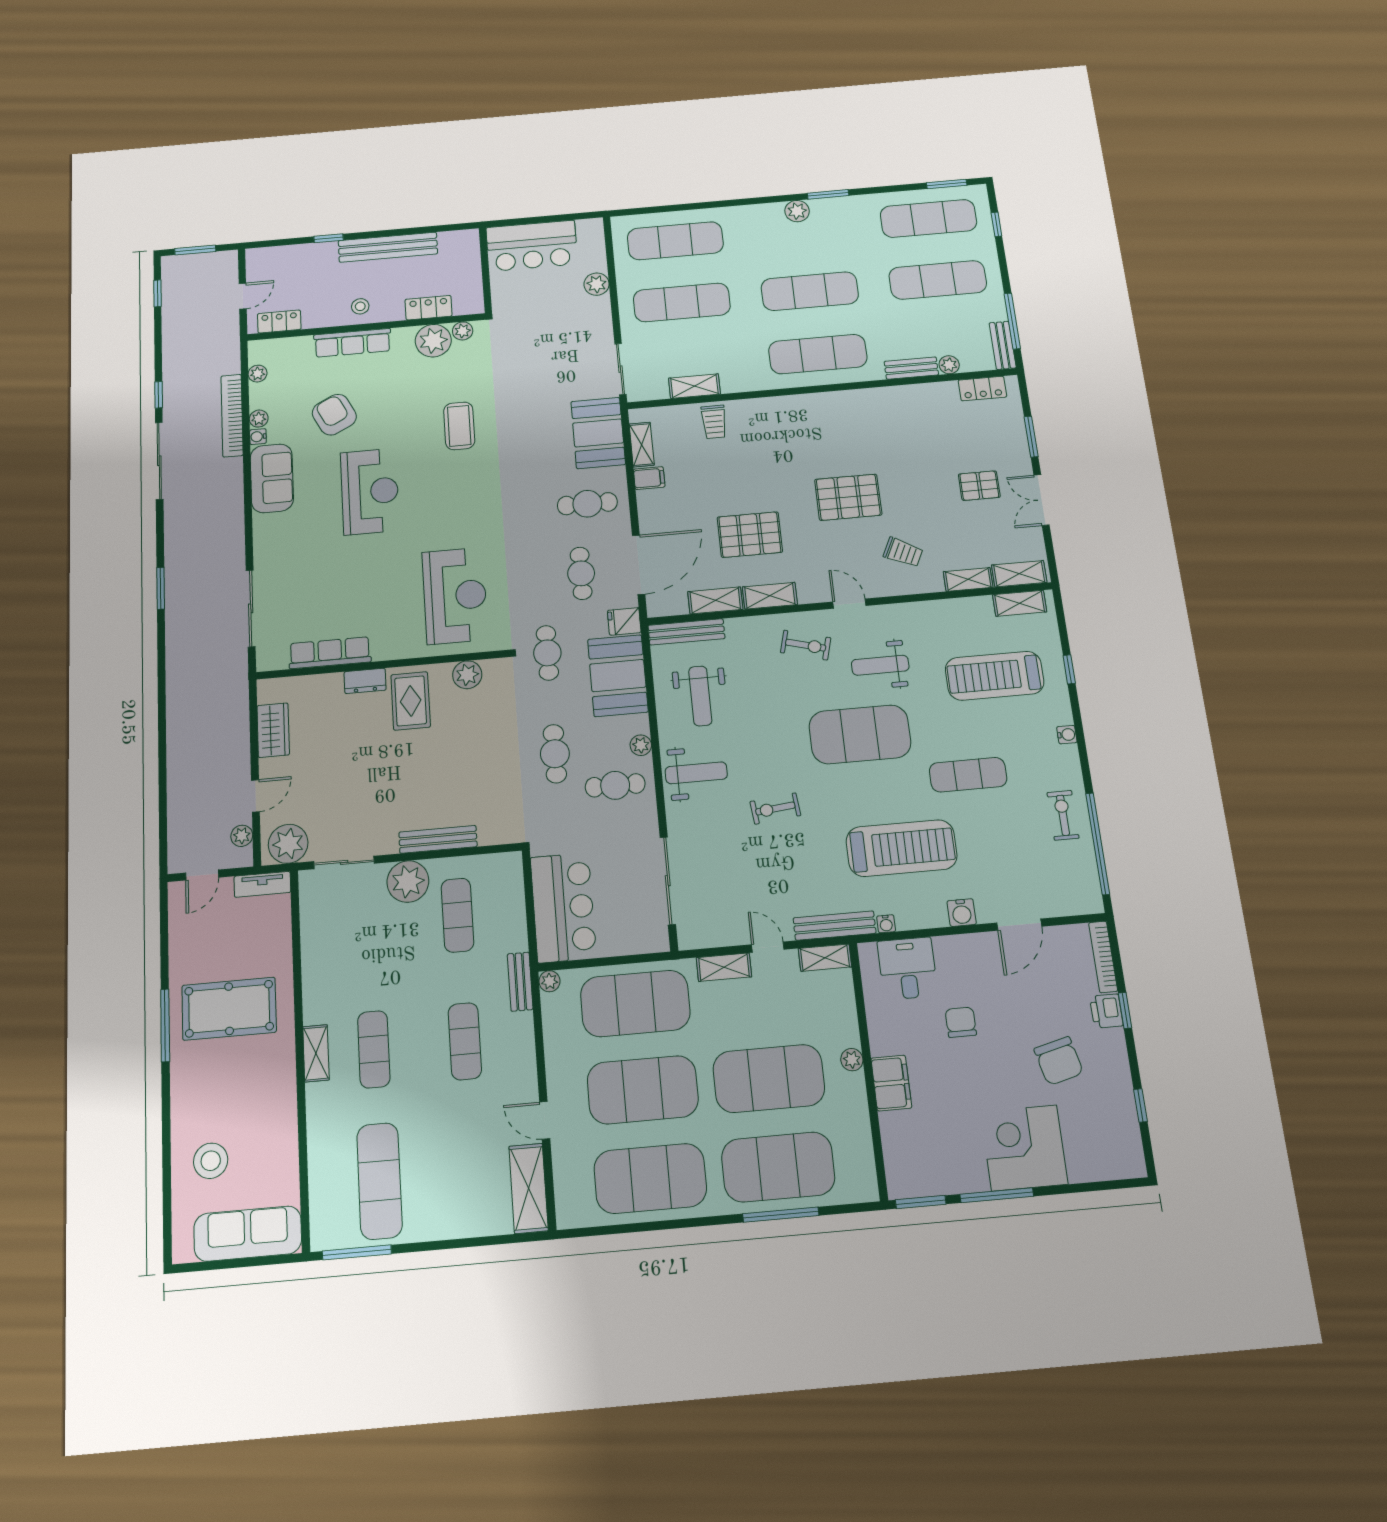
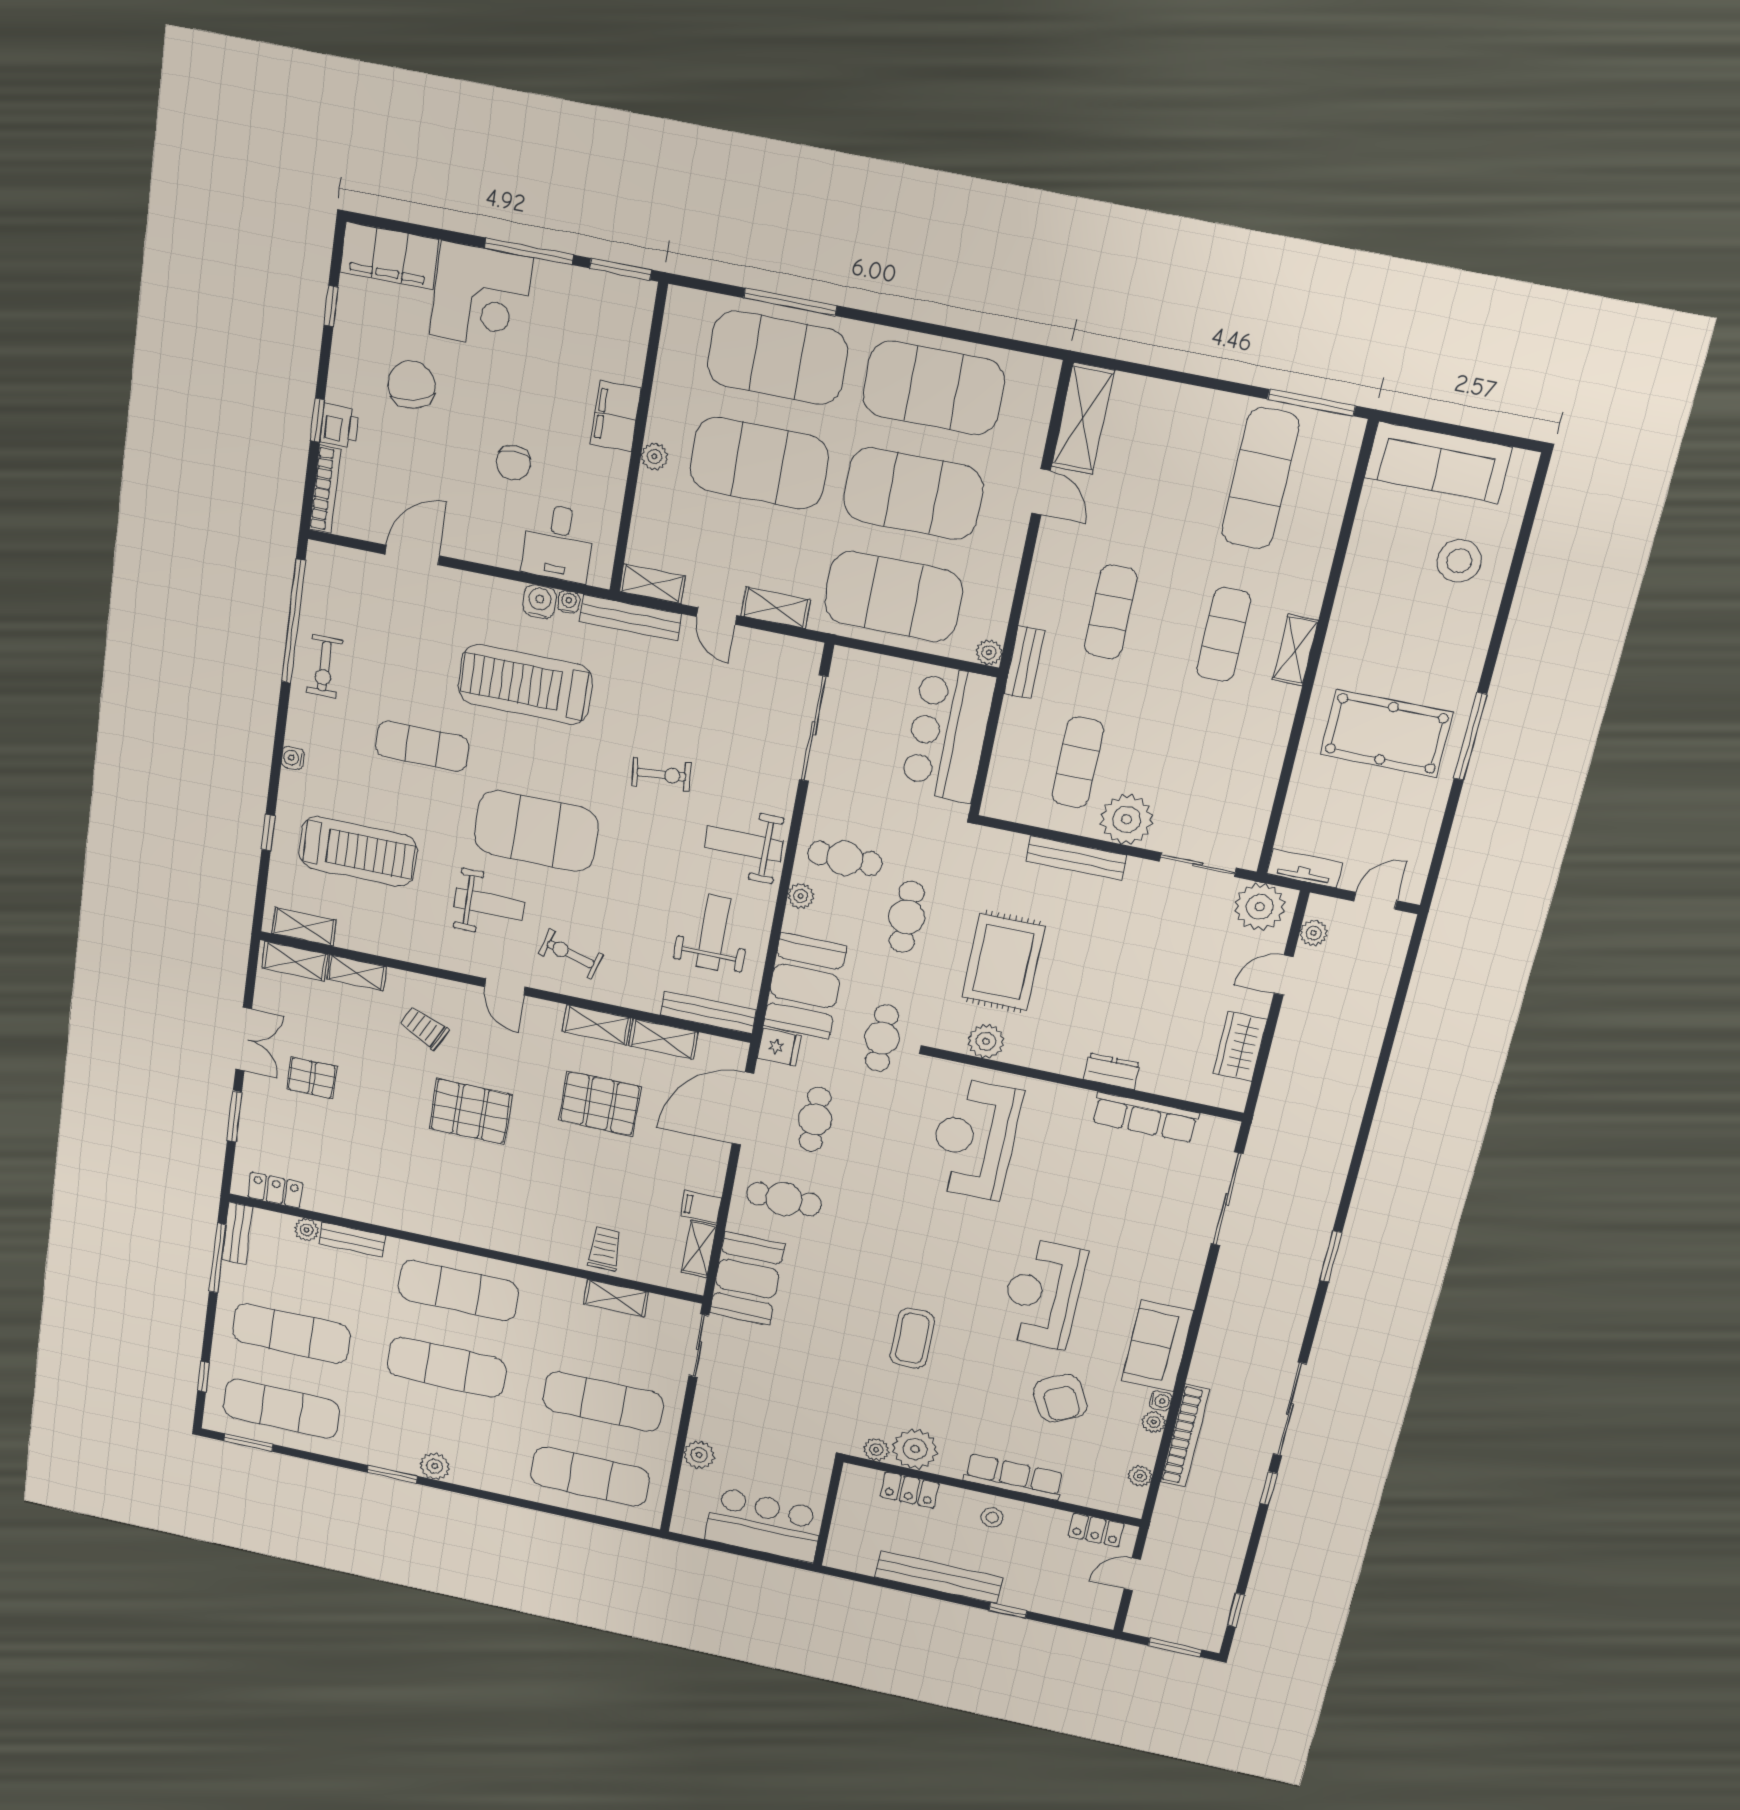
rug: (411, 701) -> (1003, 962), moved, width x1.36, depth x1.43
water cooler: (962, 913) -> (539, 602), moved
filing cabinet: (1106, 1160) -> (389, 256), added

